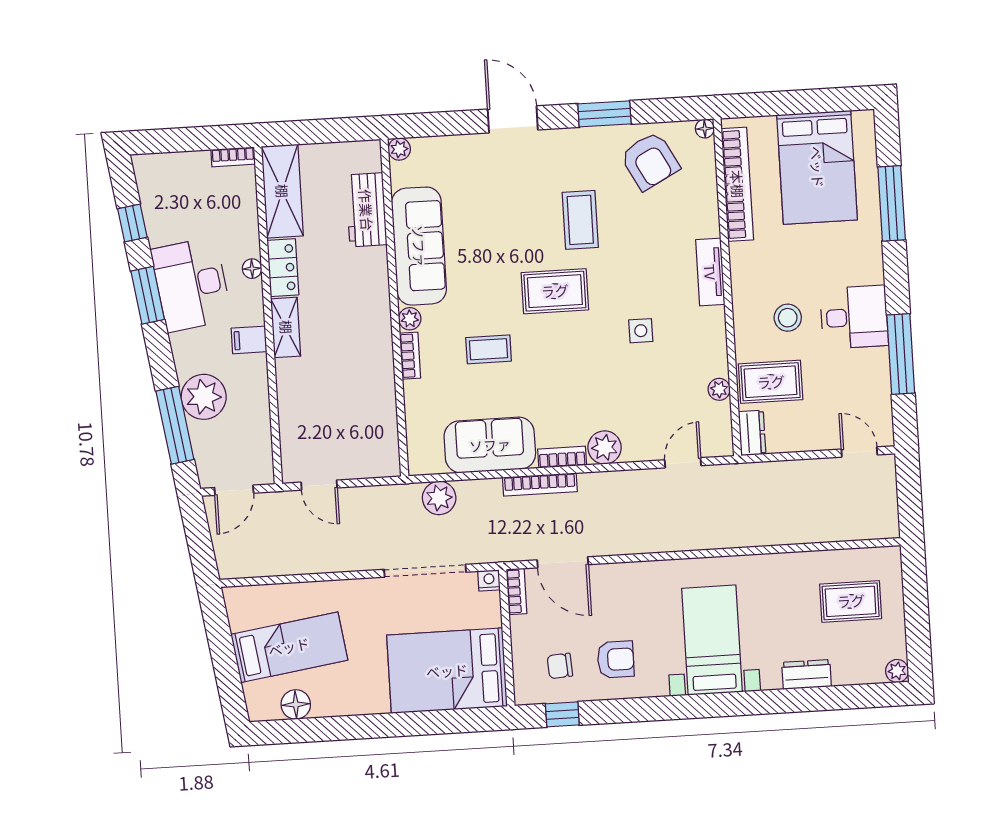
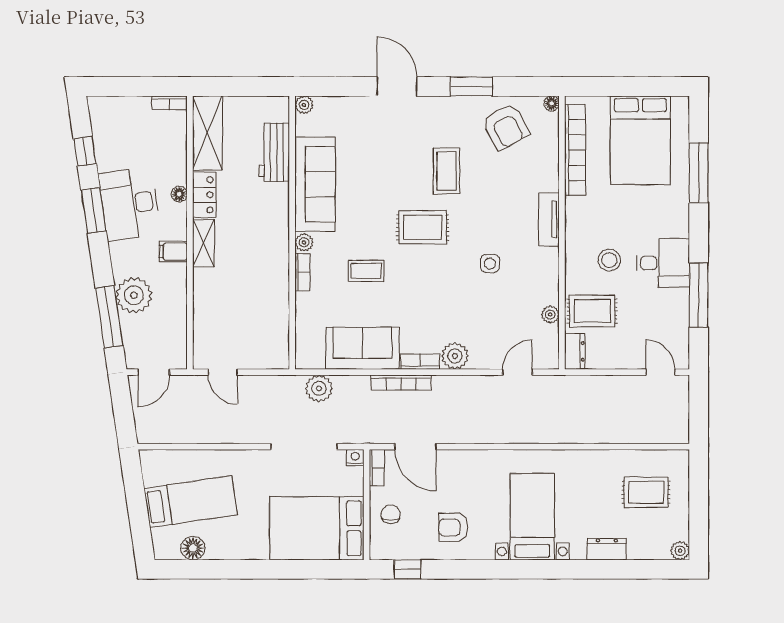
armchair: (616, 659) -> (453, 527), turned 180
chair: (560, 666) -> (391, 514), moved, turned 94

